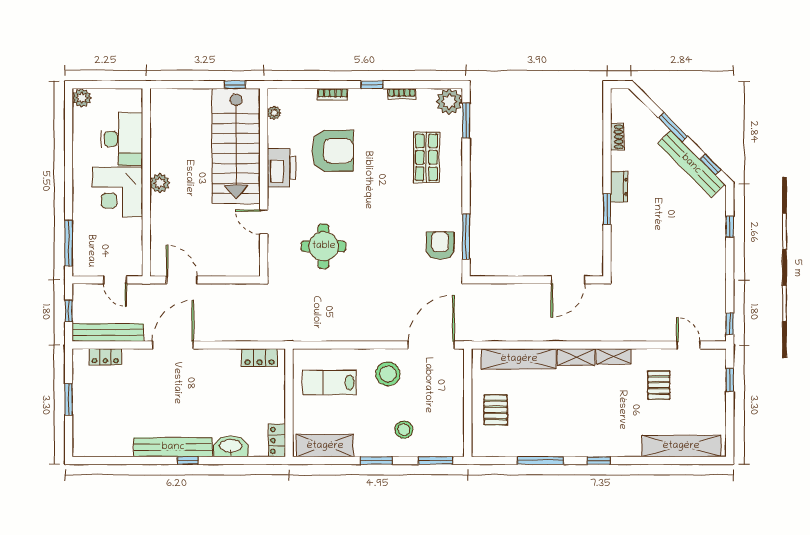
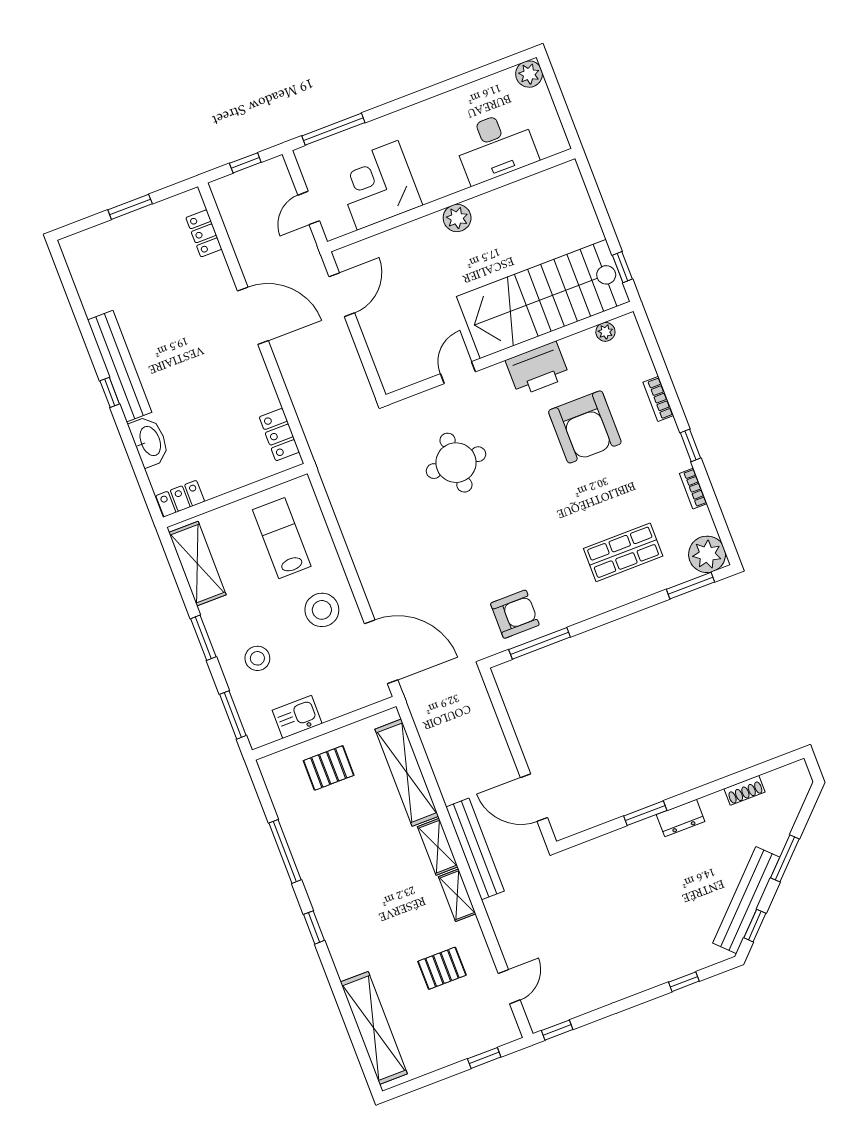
corner desk: (118, 192) -> (378, 185), moved
bench: (108, 332) -> (475, 849), moved
kitchen sink: (453, 418) -> (297, 717), added

